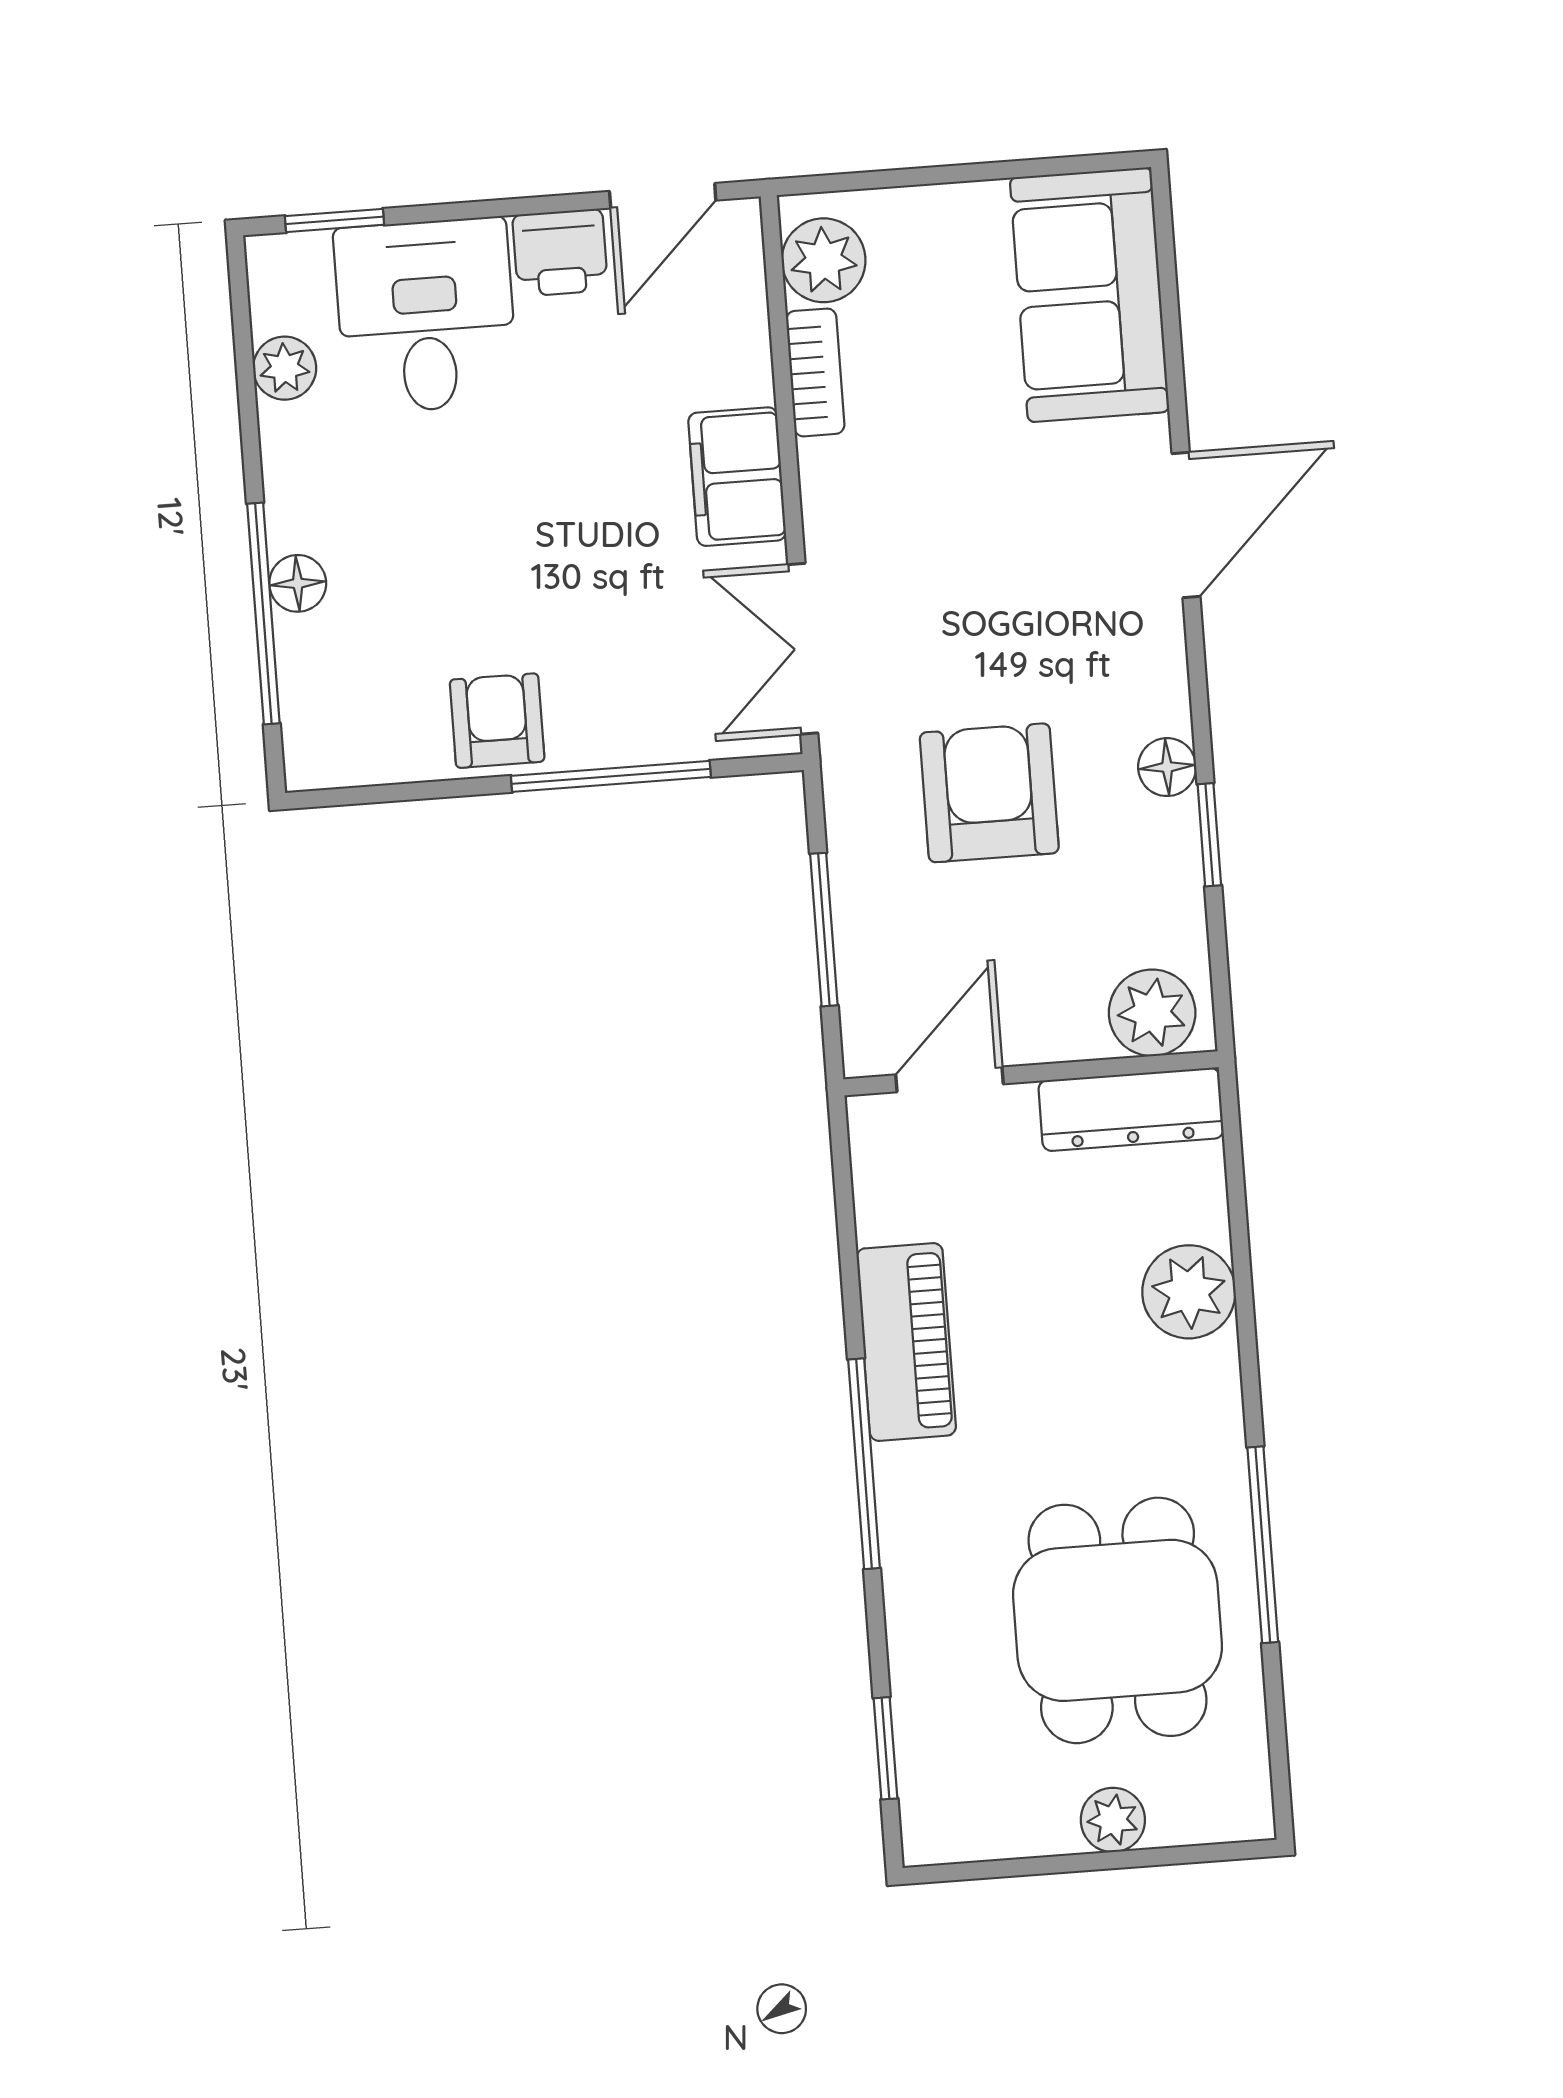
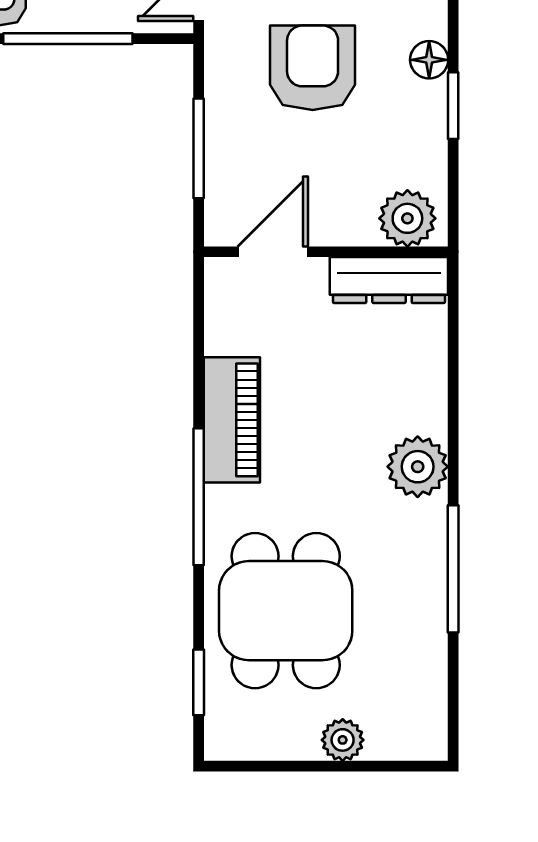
plant: (1189, 1292) -> (418, 467), moved
dining table: (1118, 1620) -> (286, 611), moved

